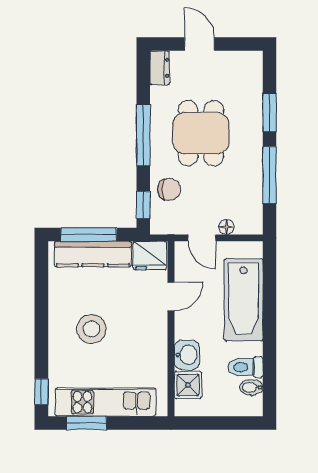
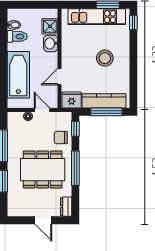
dining table: (201, 133) -> (43, 170), width x1.38

